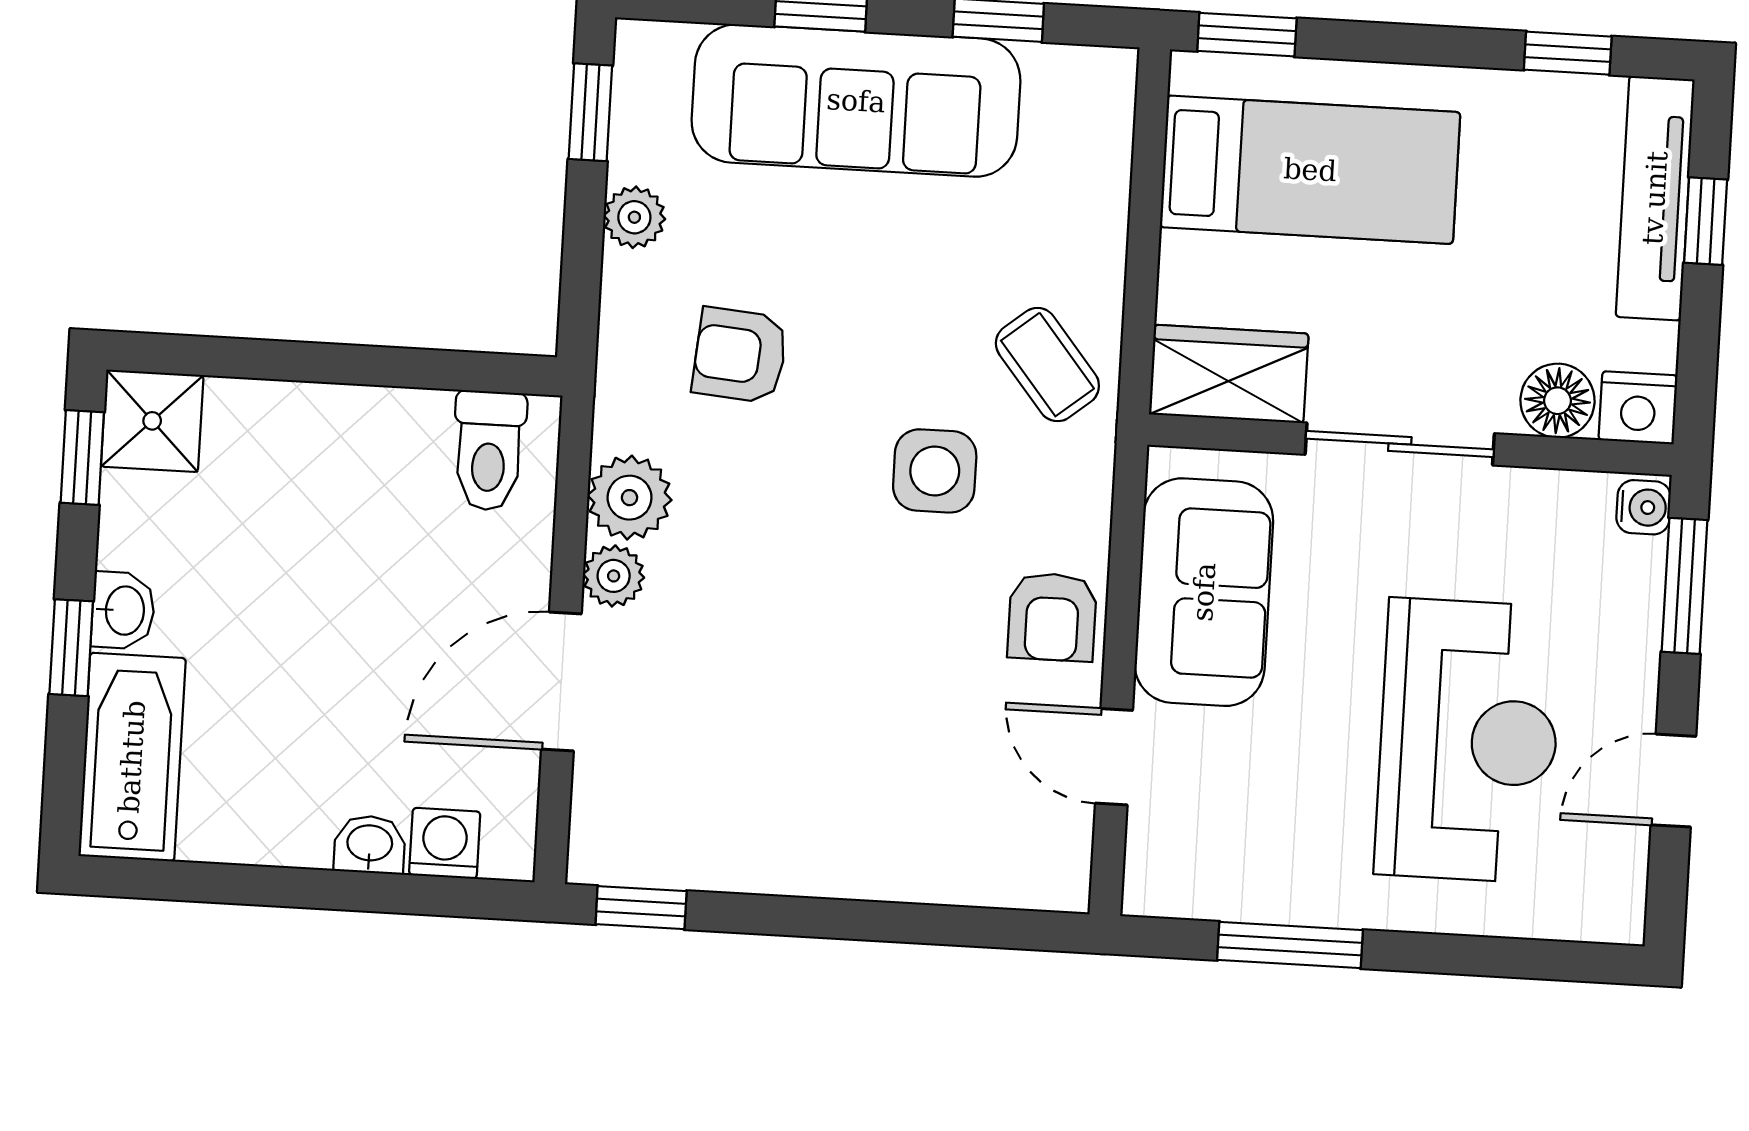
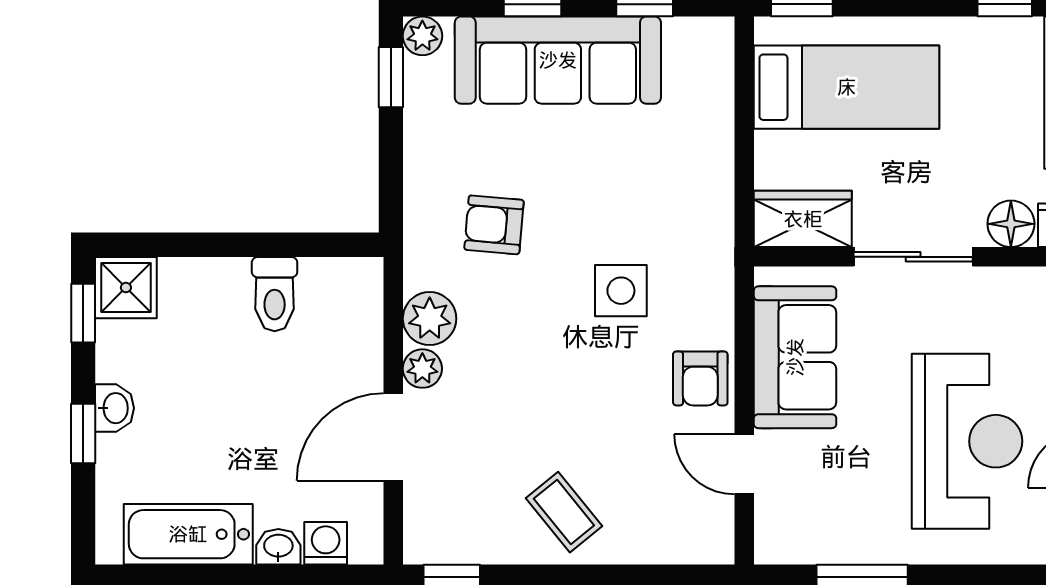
plant: (634, 217) -> (422, 36), moved
coffee table: (1047, 365) -> (564, 512), moved
toilet: (489, 451) -> (275, 294), moved
bathtub: (132, 757) -> (188, 534), moved, turned -90

